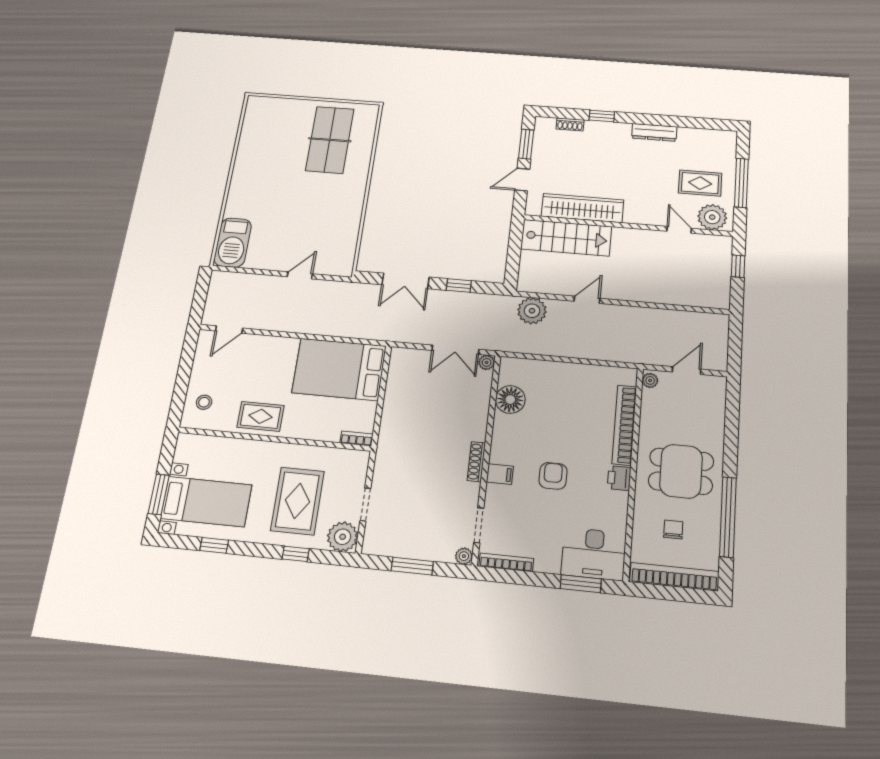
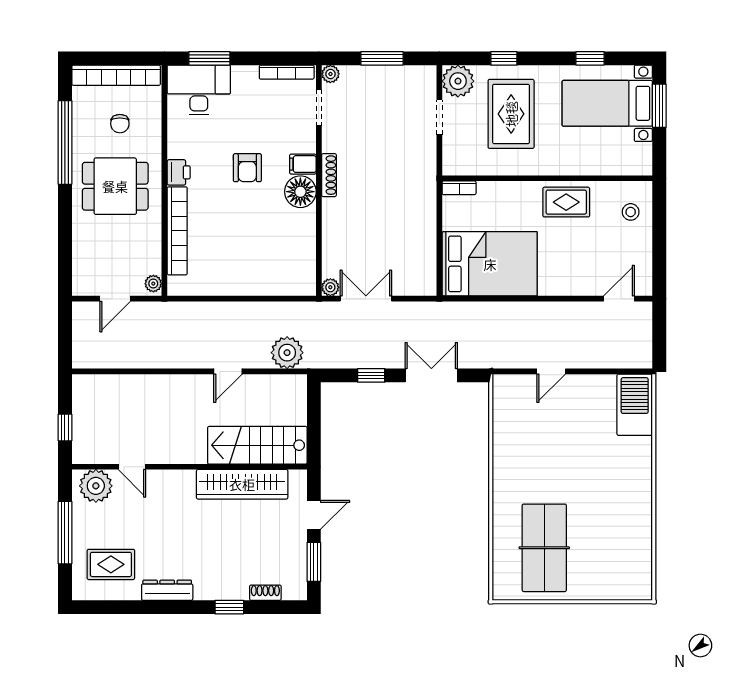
rug: (700, 183) -> (111, 564), moved
floor lamp: (510, 400) -> (300, 192), moved

